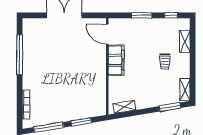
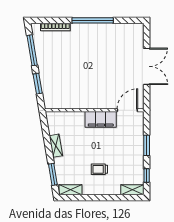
shelving: (185, 42) -> (132, 190), moved
window: (20, 55) -> (93, 20), moved
shelving: (125, 107) -> (56, 146), moved

